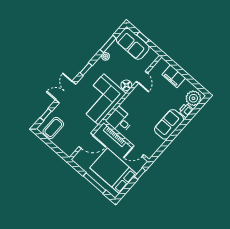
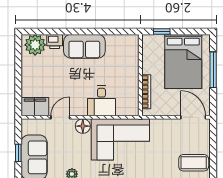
filing cabinet: (174, 76) -> (35, 107), moved, turned -90
desk: (120, 120) -> (101, 101), moved
door: (86, 141) -> (193, 117), moved
door: (138, 151) -> (140, 54), removed

